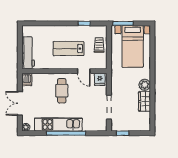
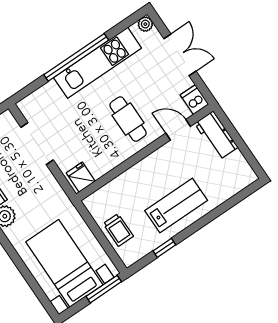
lab bench: (69, 49) -> (176, 206), moved
workbench: (28, 53) -> (216, 135), width x0.73
door: (84, 71) -> (178, 130), moved

